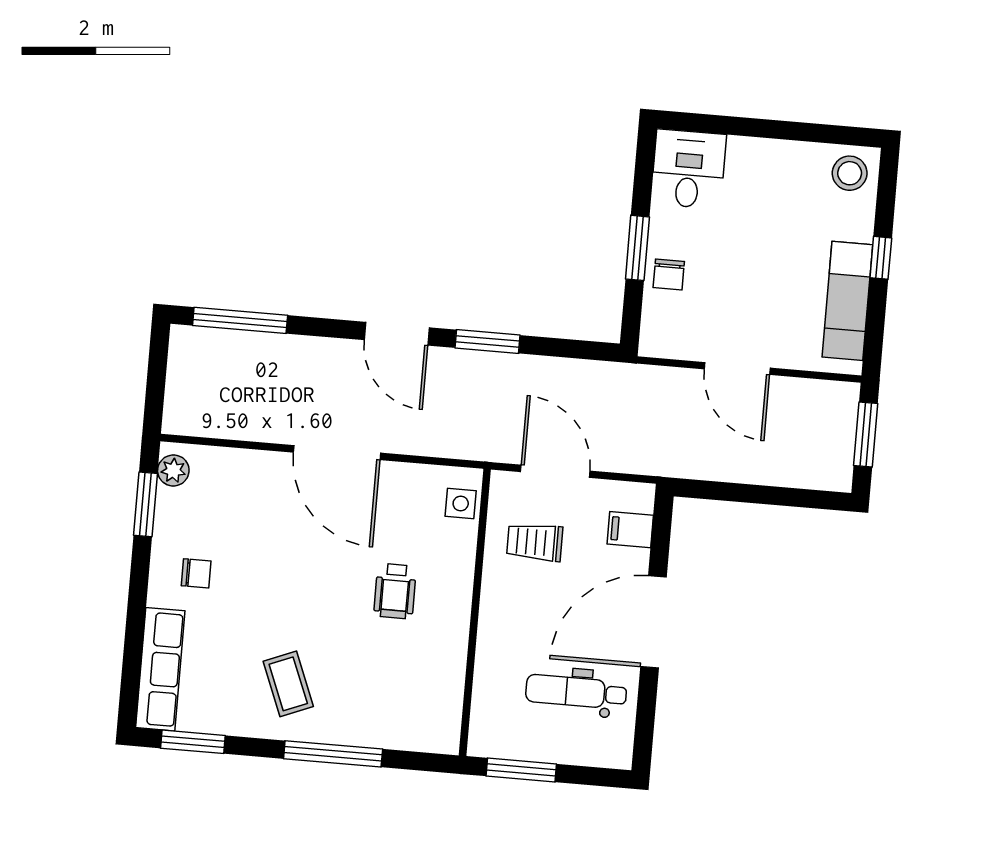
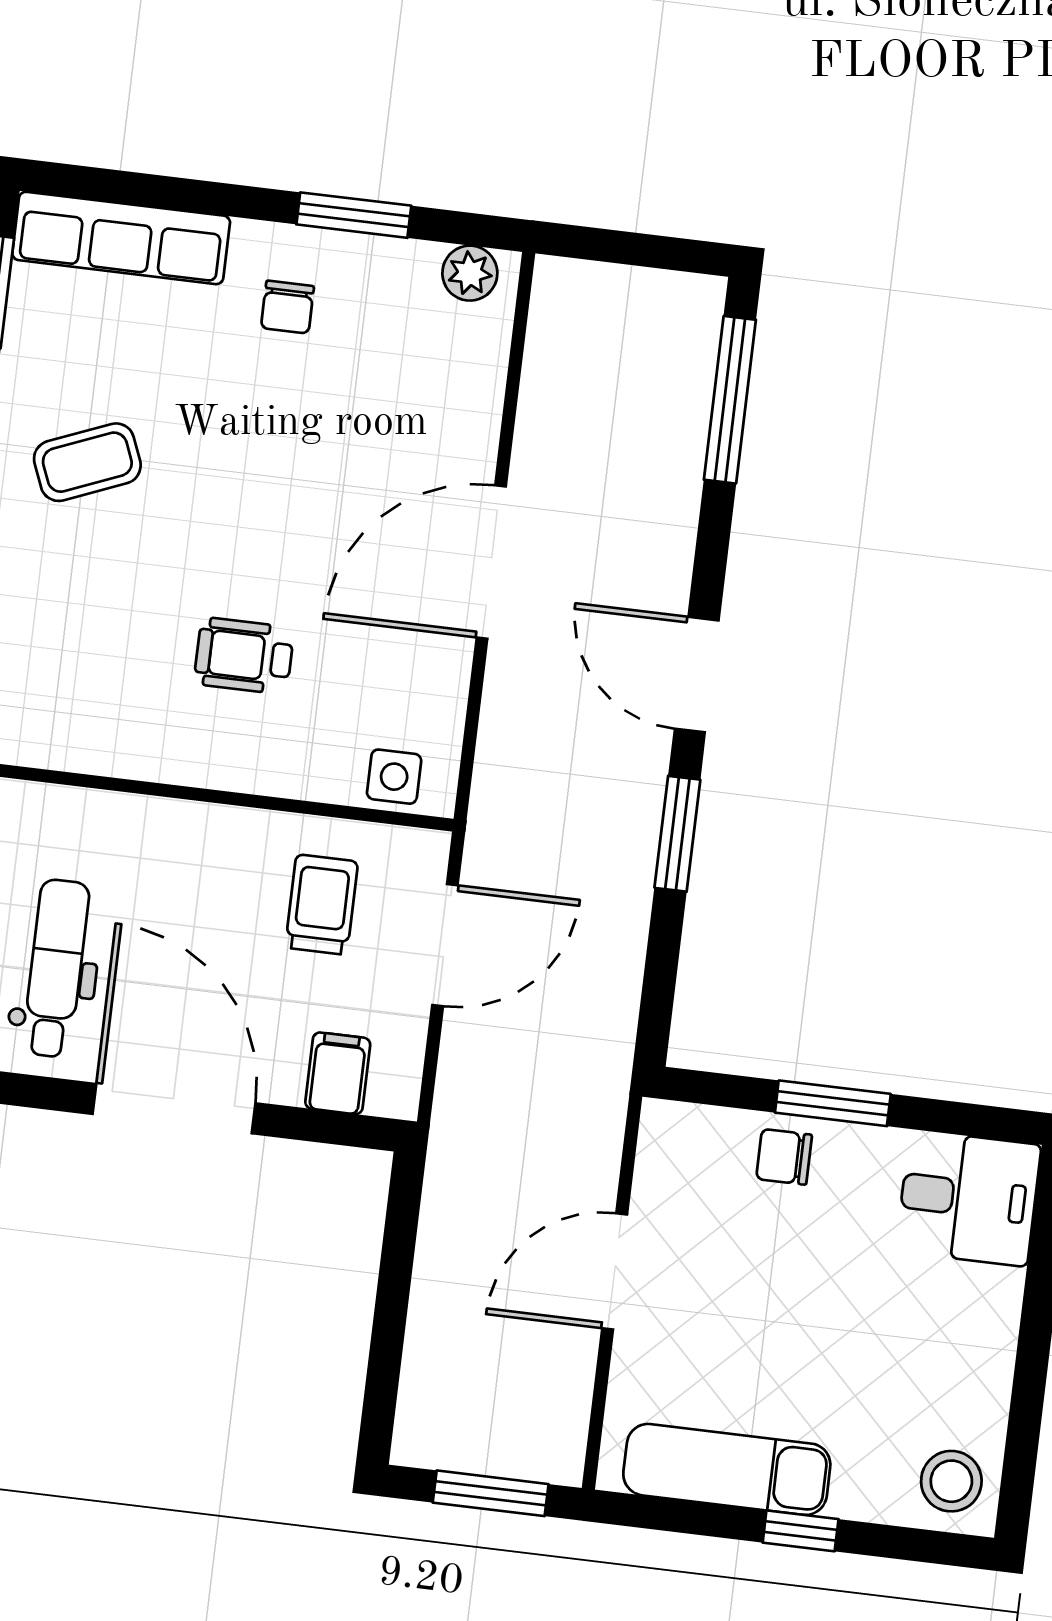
door: (397, 334) -> (697, 675), hinge flipped
window: (145, 504) -> (354, 215), moved

